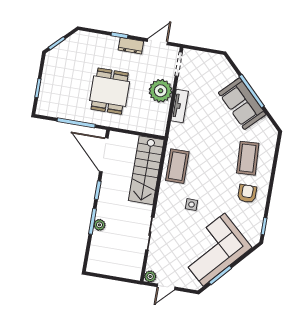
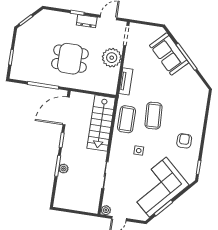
dining table: (110, 91) -> (70, 59), turned 90
sofa: (242, 104) -> (169, 54), moved
tv unit: (180, 106) -> (126, 81), moved
door: (104, 155) -> (66, 111), hinge flipped
coffee table: (248, 158) -> (153, 116), moved

